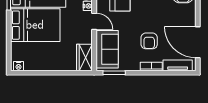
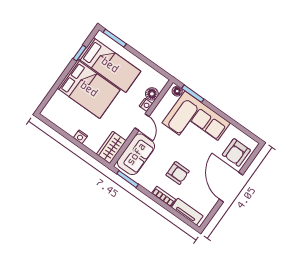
armchair: (149, 41) -> (178, 173), turned -90
door: (198, 42) -> (231, 187), moved
nightstand: (19, 66) -> (80, 137), moved

